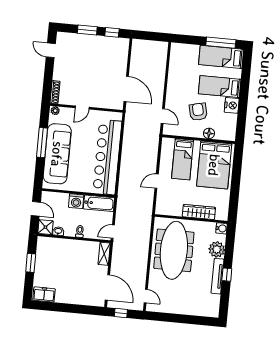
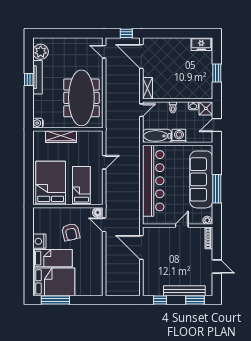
window: (87, 30) -> (195, 300), moved
bench: (86, 40) -> (184, 291), added
door: (51, 50) -> (217, 267), moved
bed: (221, 57) -> (54, 282), width x1.50
floor lamp: (209, 133) -> (98, 212), moved
door: (36, 209) -> (217, 125), hinge flipped
plant: (217, 249) -> (41, 52), moved

